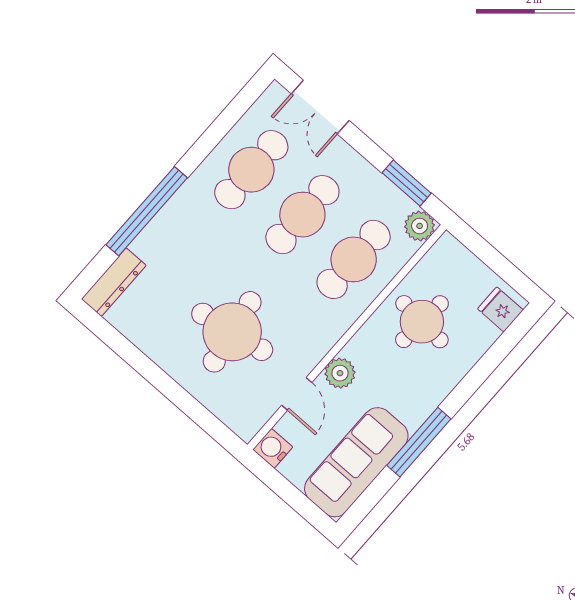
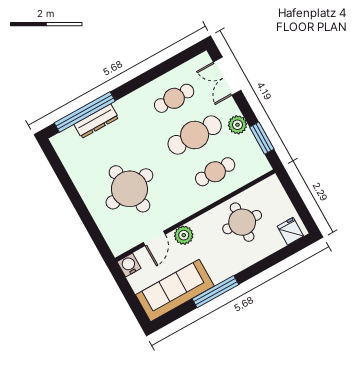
cafe table: (251, 170) -> (174, 98), width x0.73, depth x0.74
window: (147, 211) -> (85, 112), moved
plant: (420, 226) -> (238, 125), moved
cafe table: (354, 259) -> (215, 172), width x0.73, depth x0.74
dresser: (114, 282) -> (96, 121), moved

